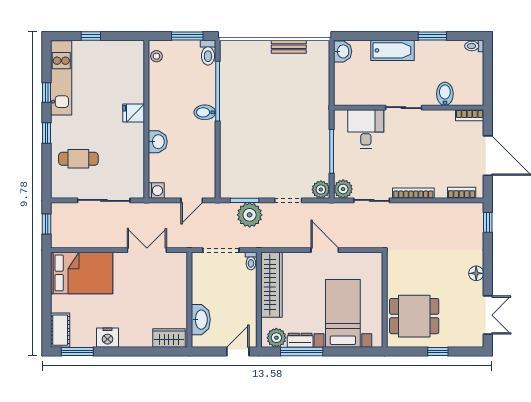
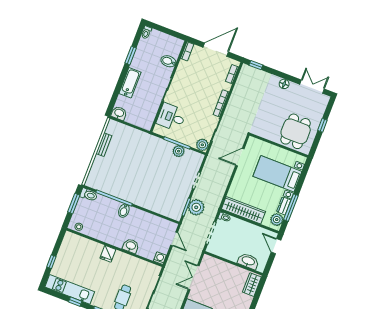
plant: (321, 190) -> (179, 151), moved
door: (325, 250) -> (240, 157), moved

